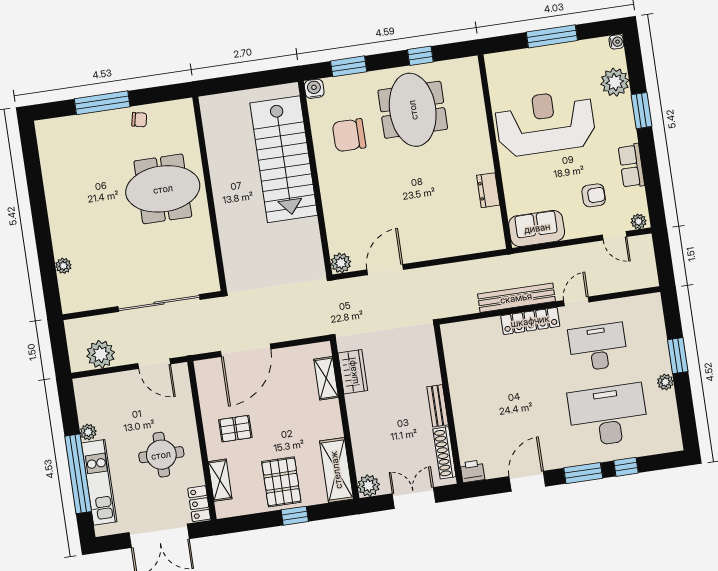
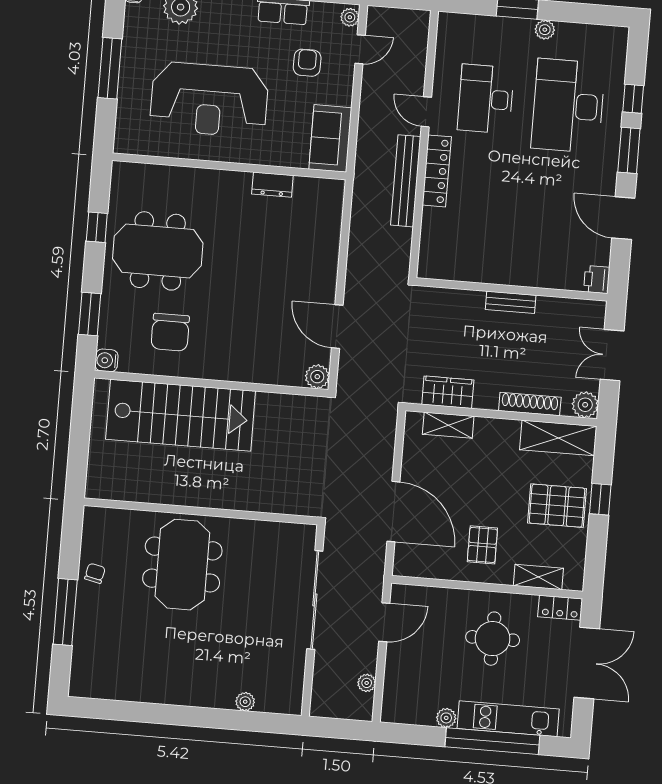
reception desk: (545, 123) -> (209, 100), turned -90
plant: (101, 354) -> (367, 683), width x0.53, depth x0.53
shoe rack: (444, 453) -> (530, 404), moved, turned 180

